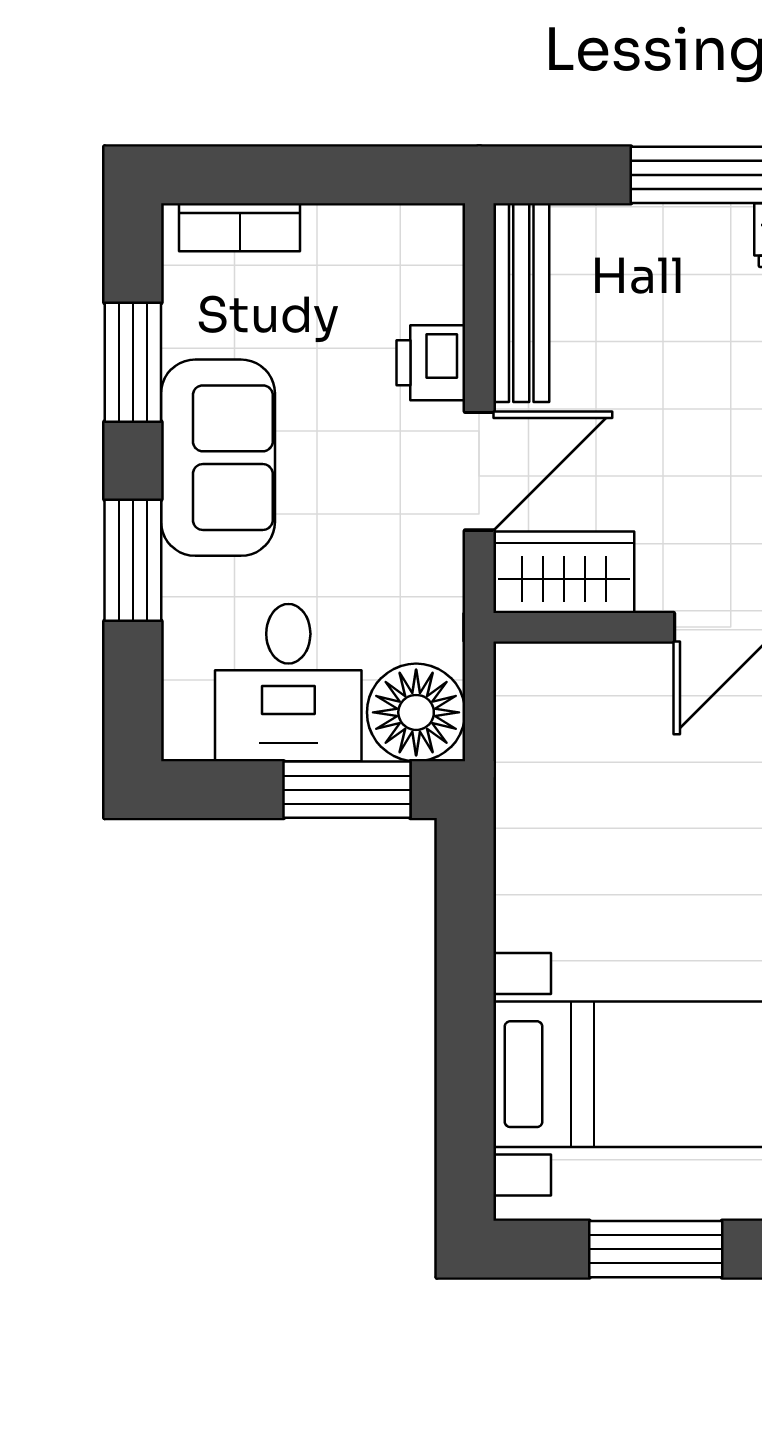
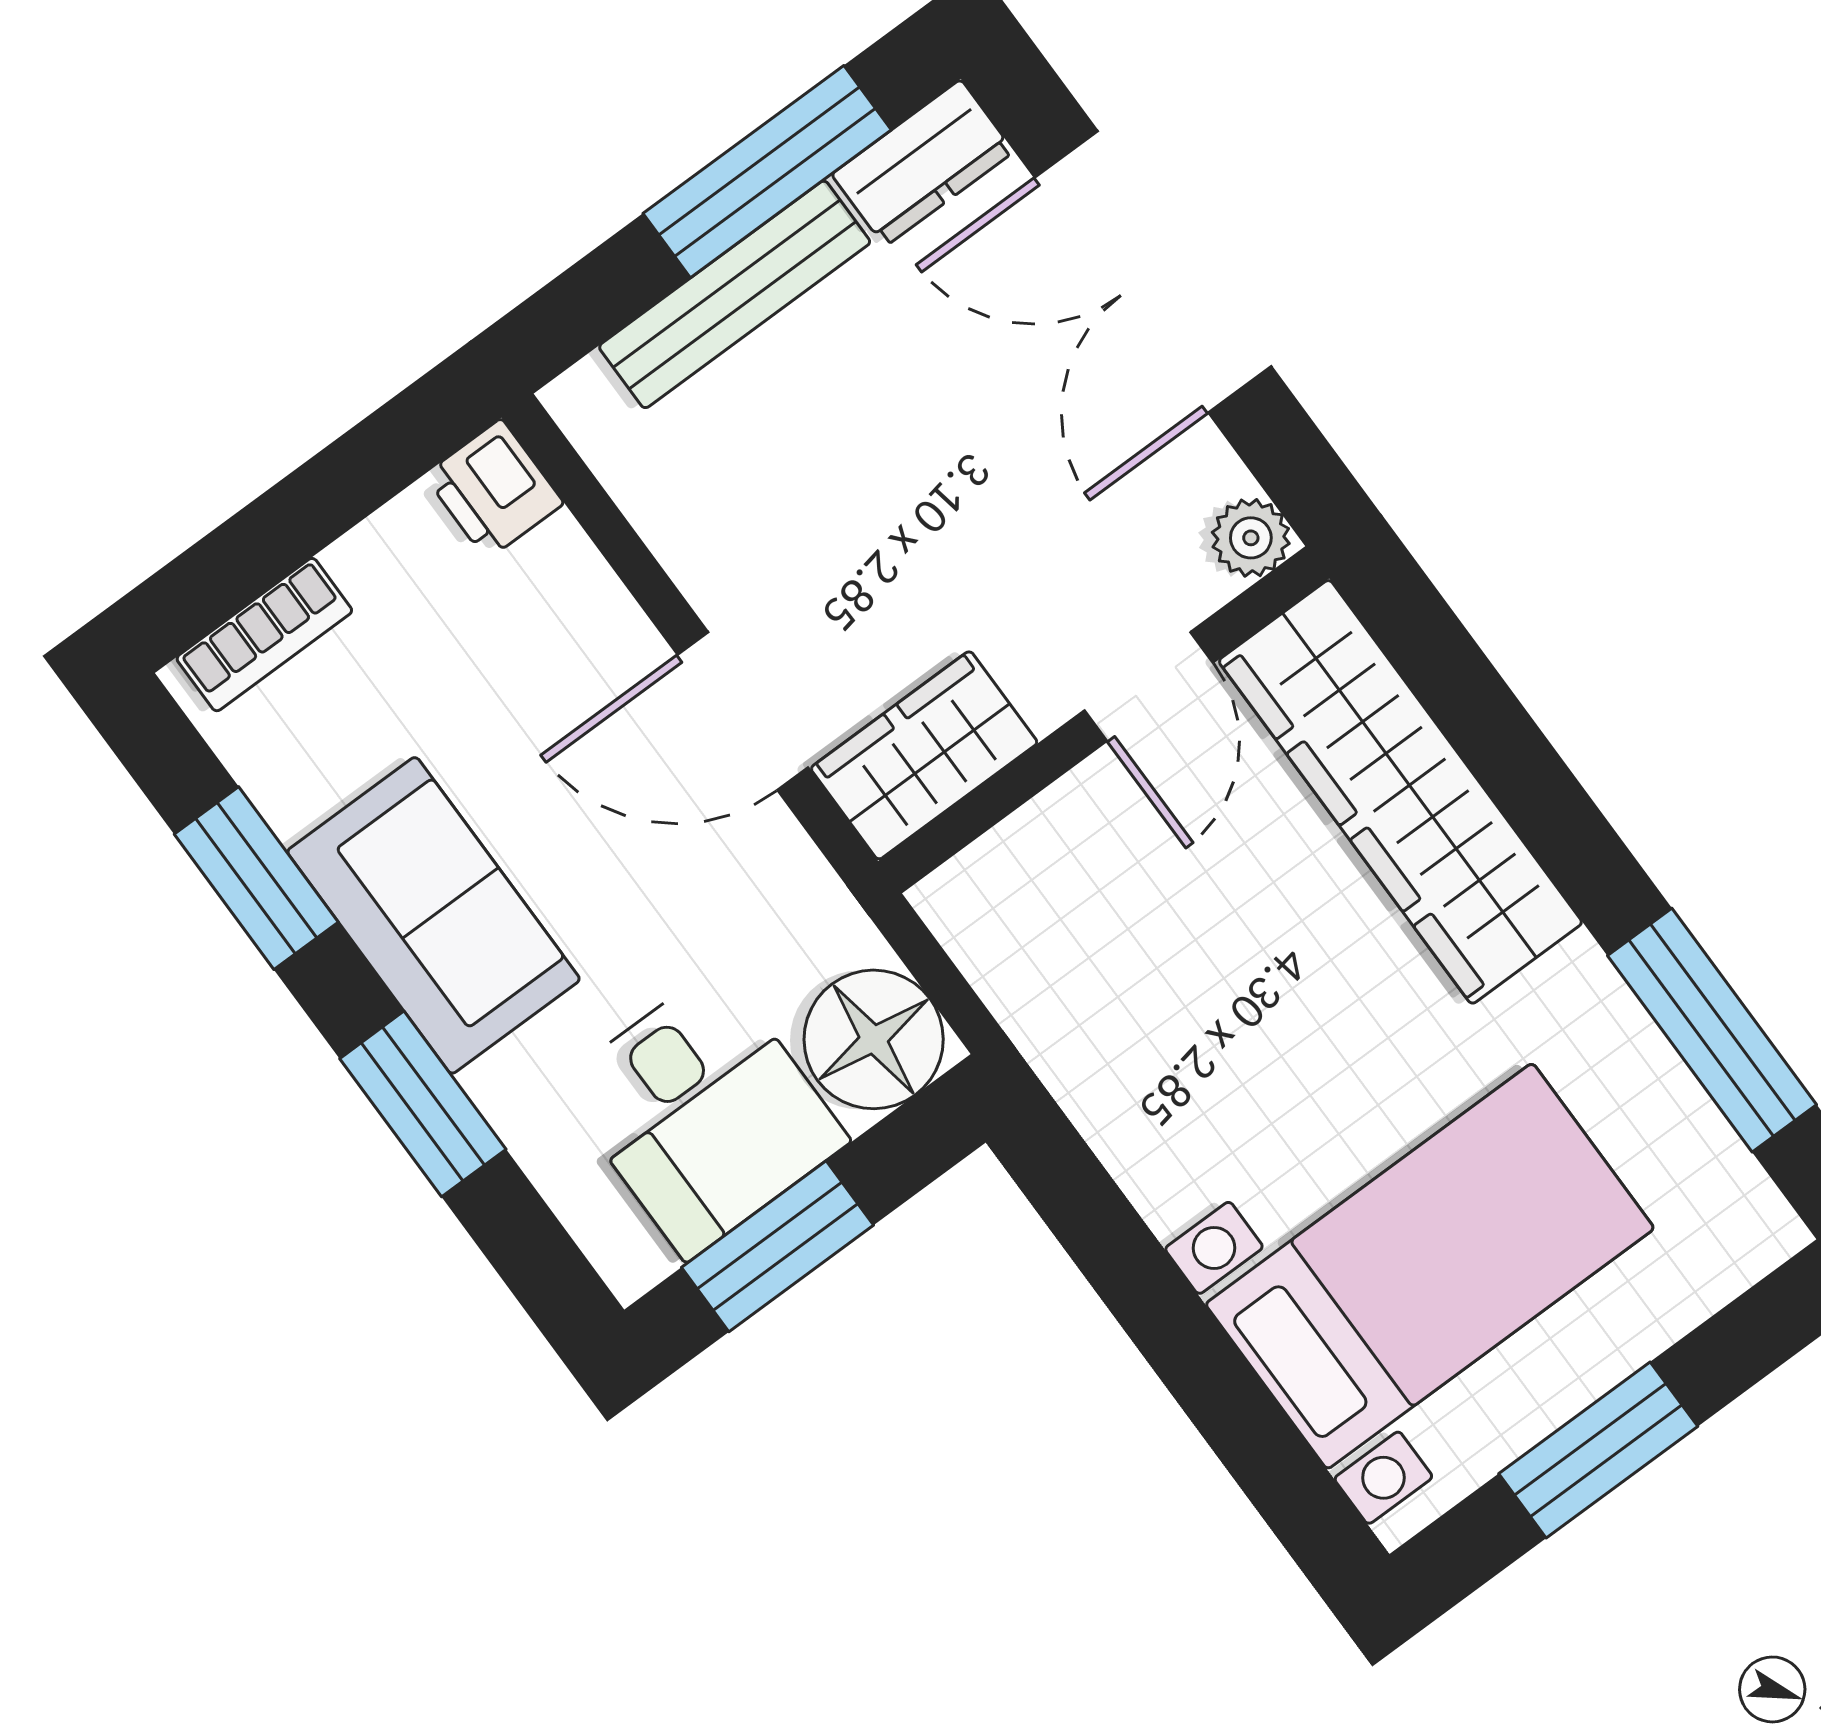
bench: (521, 303) -> (735, 294), moved, turned 90
printer: (431, 363) -> (494, 489), moved
door: (479, 471) -> (743, 711), swing flipped
window: (347, 790) -> (778, 1246), moved

